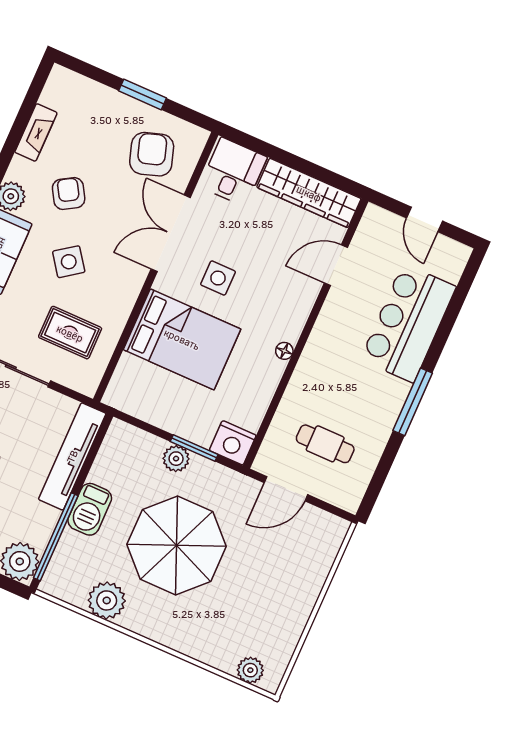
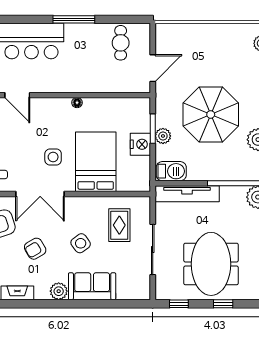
armchair: (69, 194) -> (35, 249), moved
nightstand: (233, 443) -> (140, 144), moved
cafe table: (325, 444) -> (121, 43), moved
door: (286, 489) -> (153, 68), hinge flipped
barbecue: (90, 509) -> (171, 171), moved

